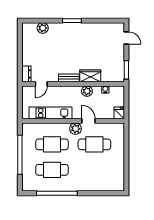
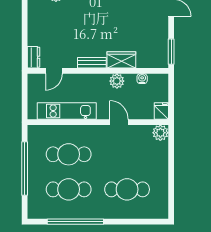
plant: (76, 129) -> (160, 133), moved
cafe table: (94, 144) -> (127, 189), moved

